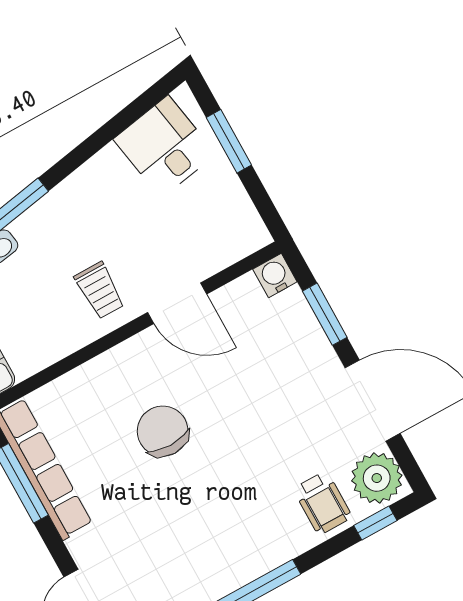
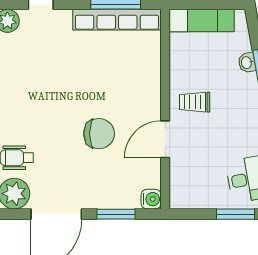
chair: (163, 431) -> (99, 134), moved

